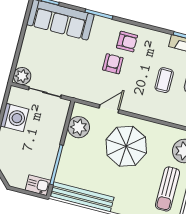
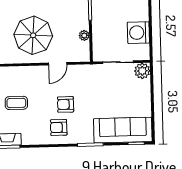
armchair: (113, 64) -> (66, 104), turned 90
coffee table: (164, 80) -> (16, 103), turned 90
plant: (79, 127) -> (84, 35), width x0.53, depth x0.53

